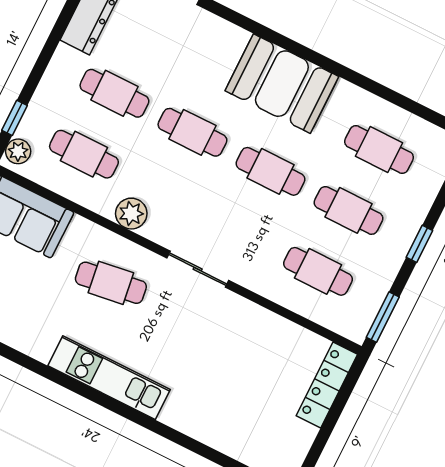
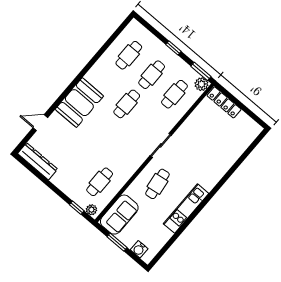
booth: (282, 84) -> (79, 103), moved
cafe table: (114, 93) -> (77, 162), removed
cafe table: (192, 132) -> (102, 133), removed
plant: (131, 214) -> (201, 84), moved
kitchen unit: (109, 378) -> (186, 209), moved

